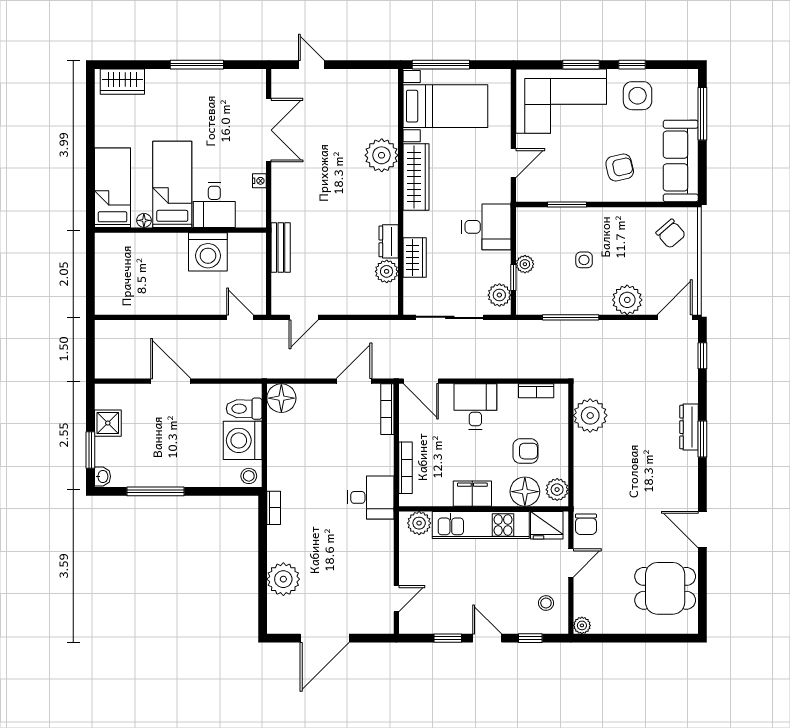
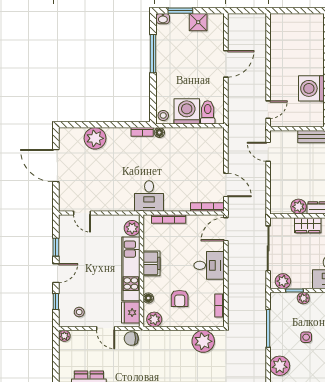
floor lamp: (281, 398) -> (159, 133), moved, width x0.53, depth x0.53
floor lamp: (525, 492) -> (148, 298), width x0.53, depth x0.53

